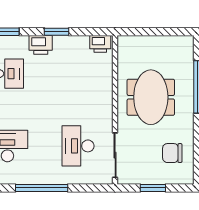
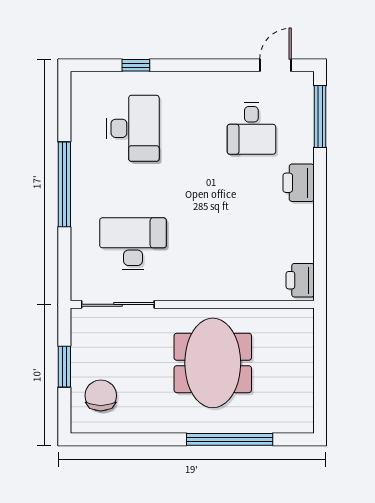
window: (57, 32) -> (320, 209), removed
meeting table: (151, 97) -> (213, 363), turned 90
chair: (172, 153) -> (101, 396), moved

